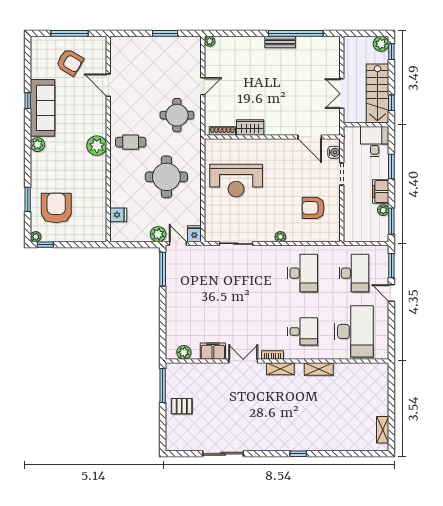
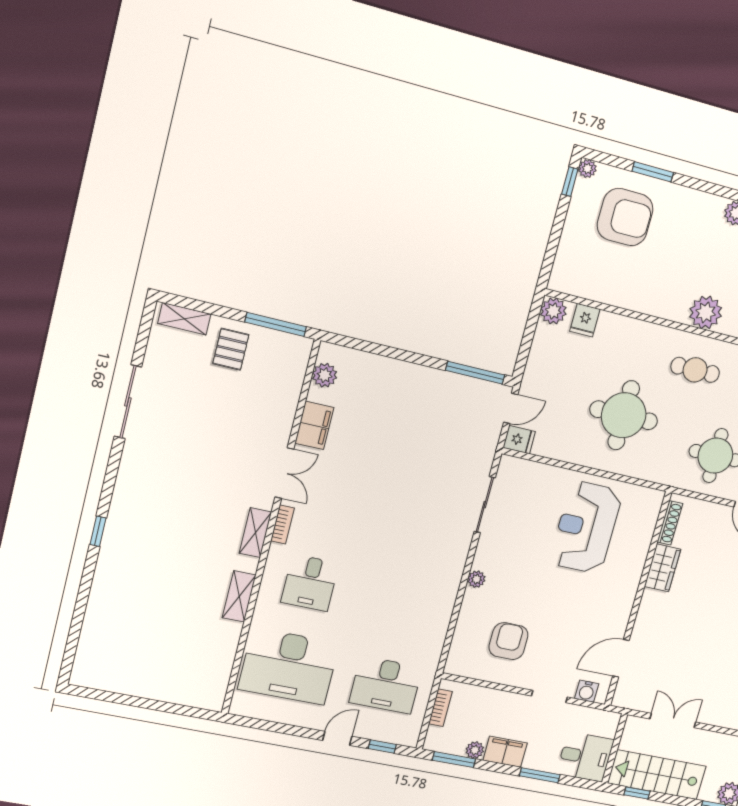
cafe table: (131, 142) -> (695, 370), turned 90
plant: (158, 234) -> (553, 311), moved
bookcase: (361, 237) -> (440, 708), added
window: (391, 266) -> (382, 747), width x0.67
desk: (303, 273) -> (407, 603), removed
shelving: (383, 430) -> (184, 319), moved

